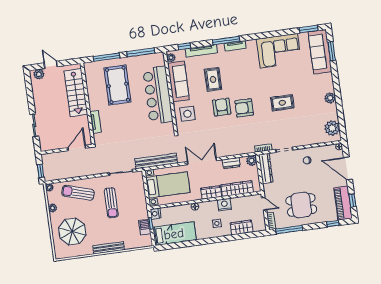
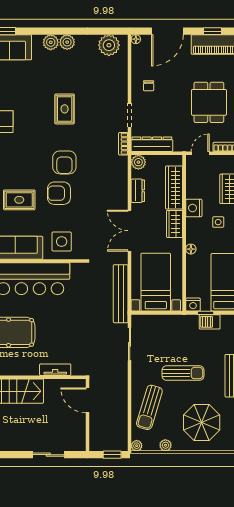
plant: (328, 86) -> (51, 42), added
sun lounger: (111, 203) -> (183, 373), moved

